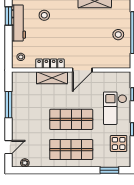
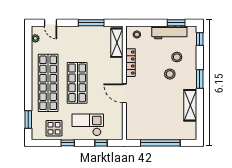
stool: (118, 35) -> (170, 74), moved
shelving: (52, 78) -> (117, 43), moved
shop shelf: (71, 150) -> (48, 83), width x1.40

